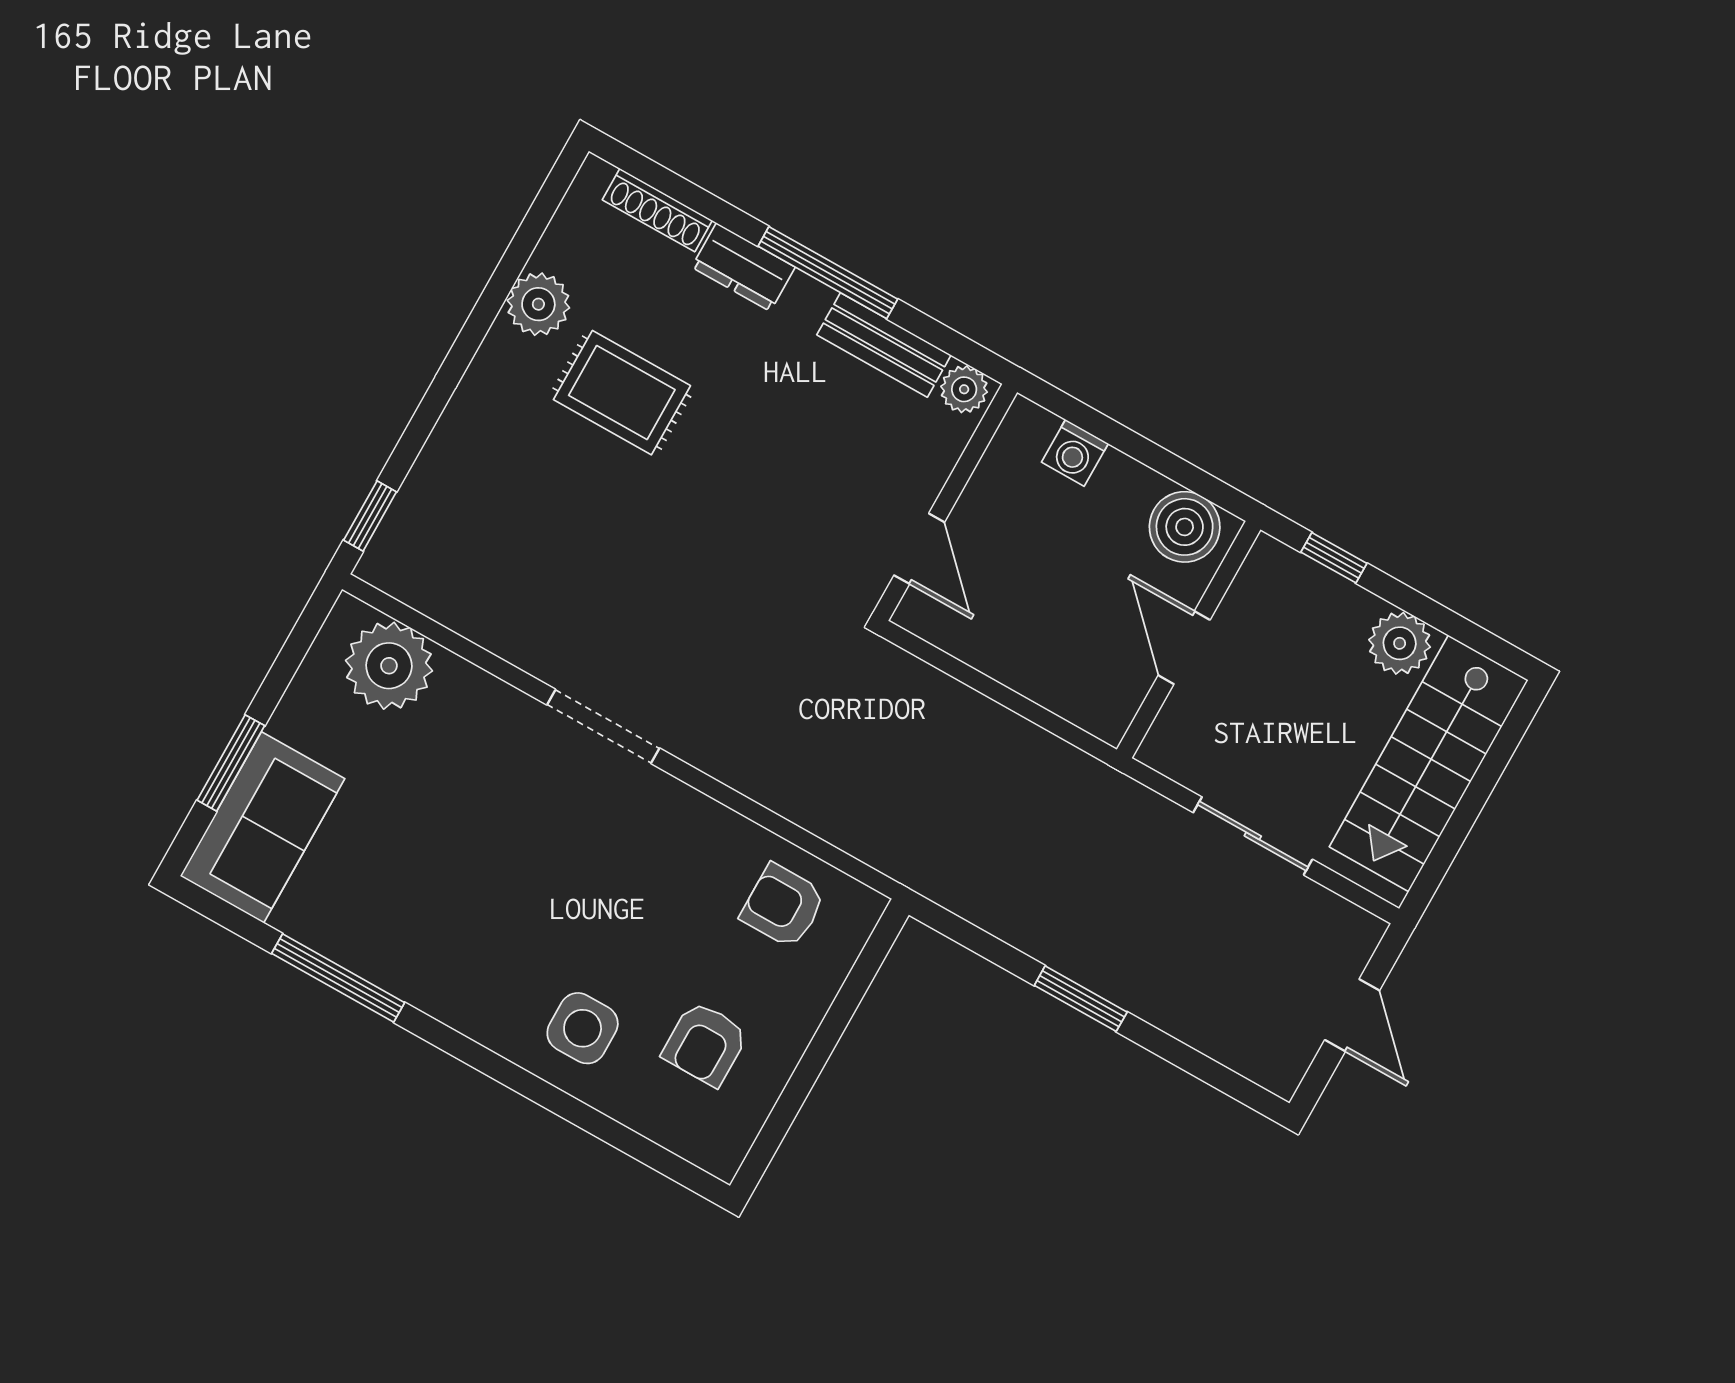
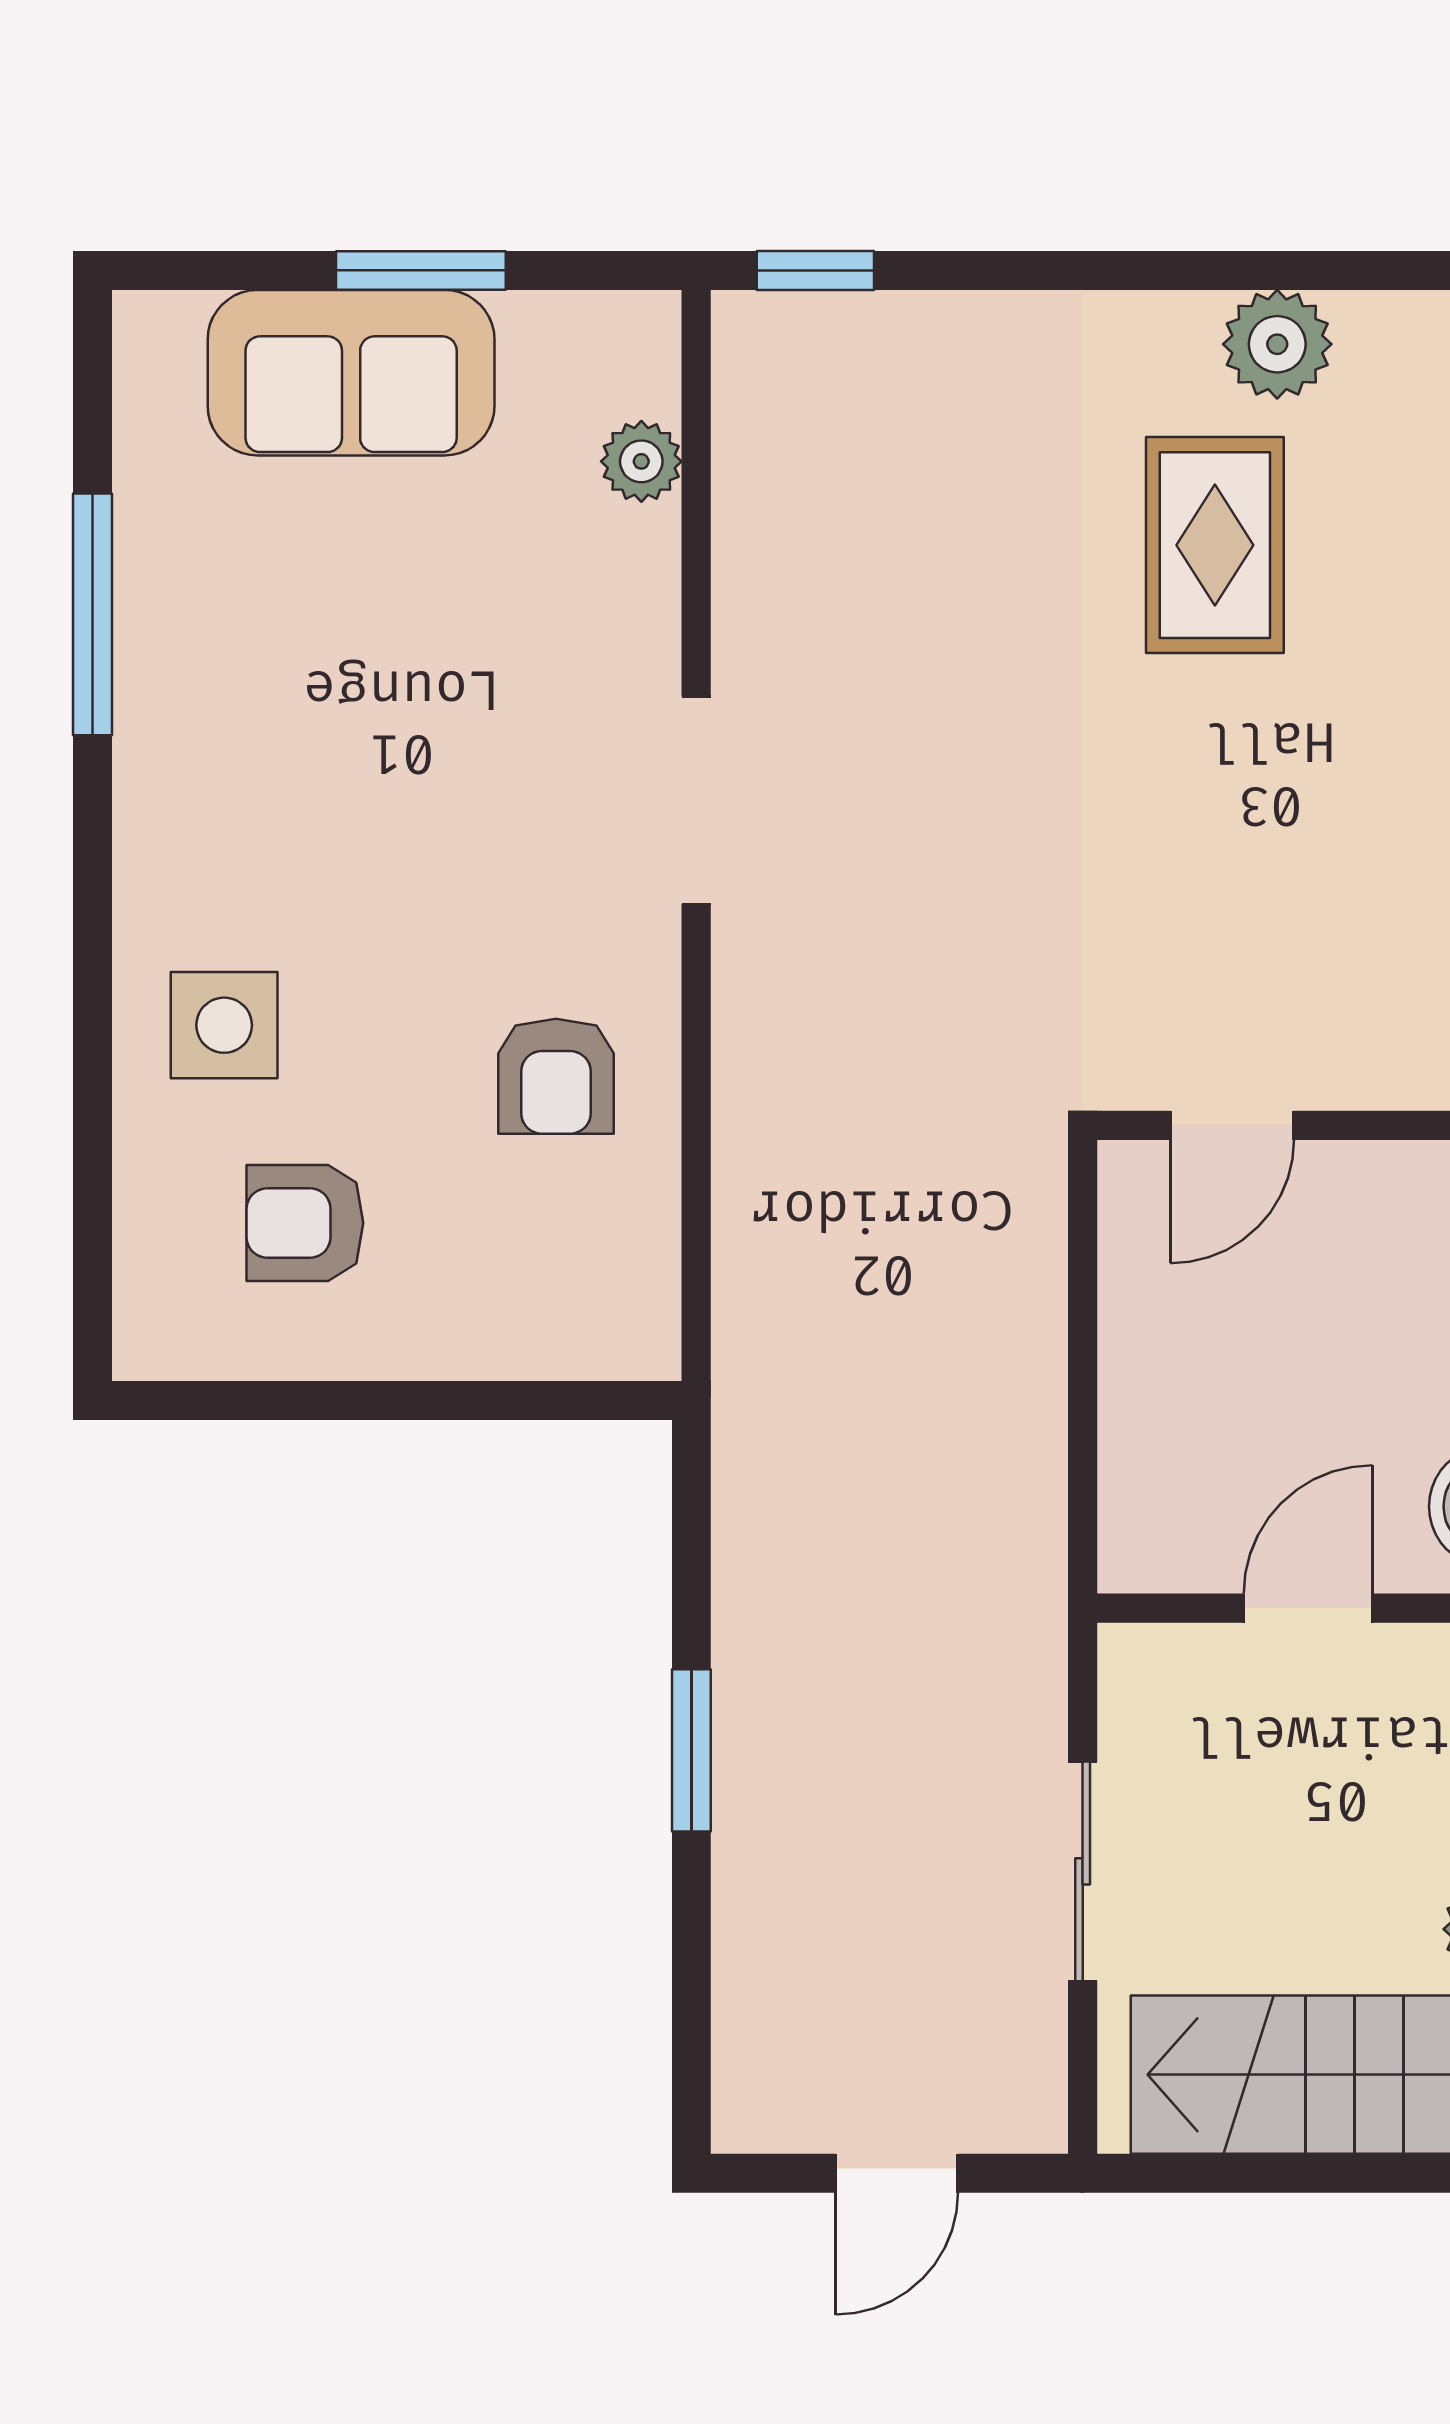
plant: (389, 666) -> (641, 461), width x0.53, depth x0.53
window: (231, 763) -> (421, 270), moved
sofa: (262, 827) -> (351, 373), moved
armchair: (783, 906) -> (556, 1076), moved, turned 180

